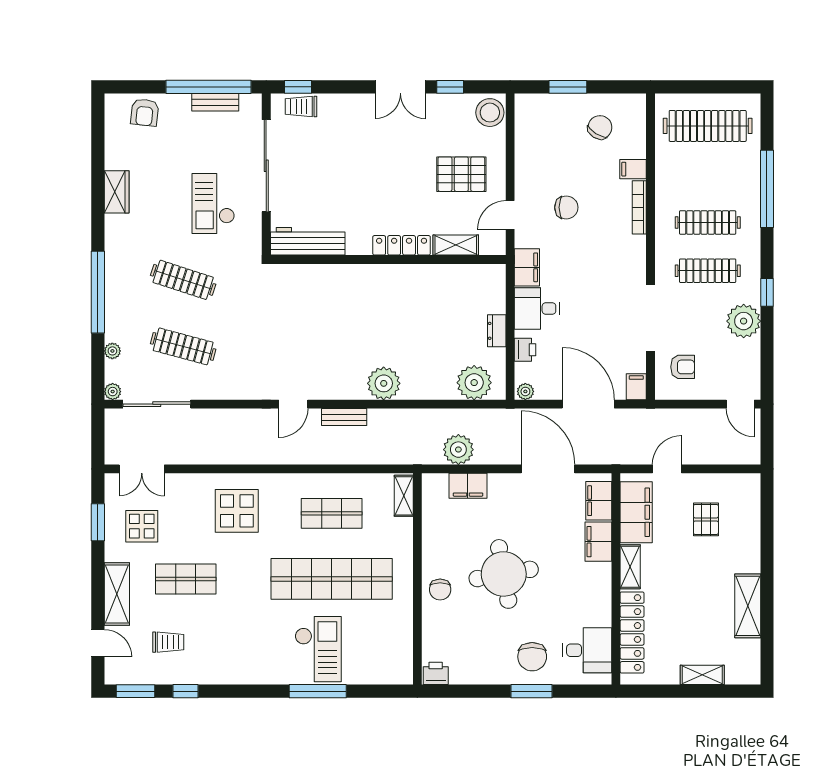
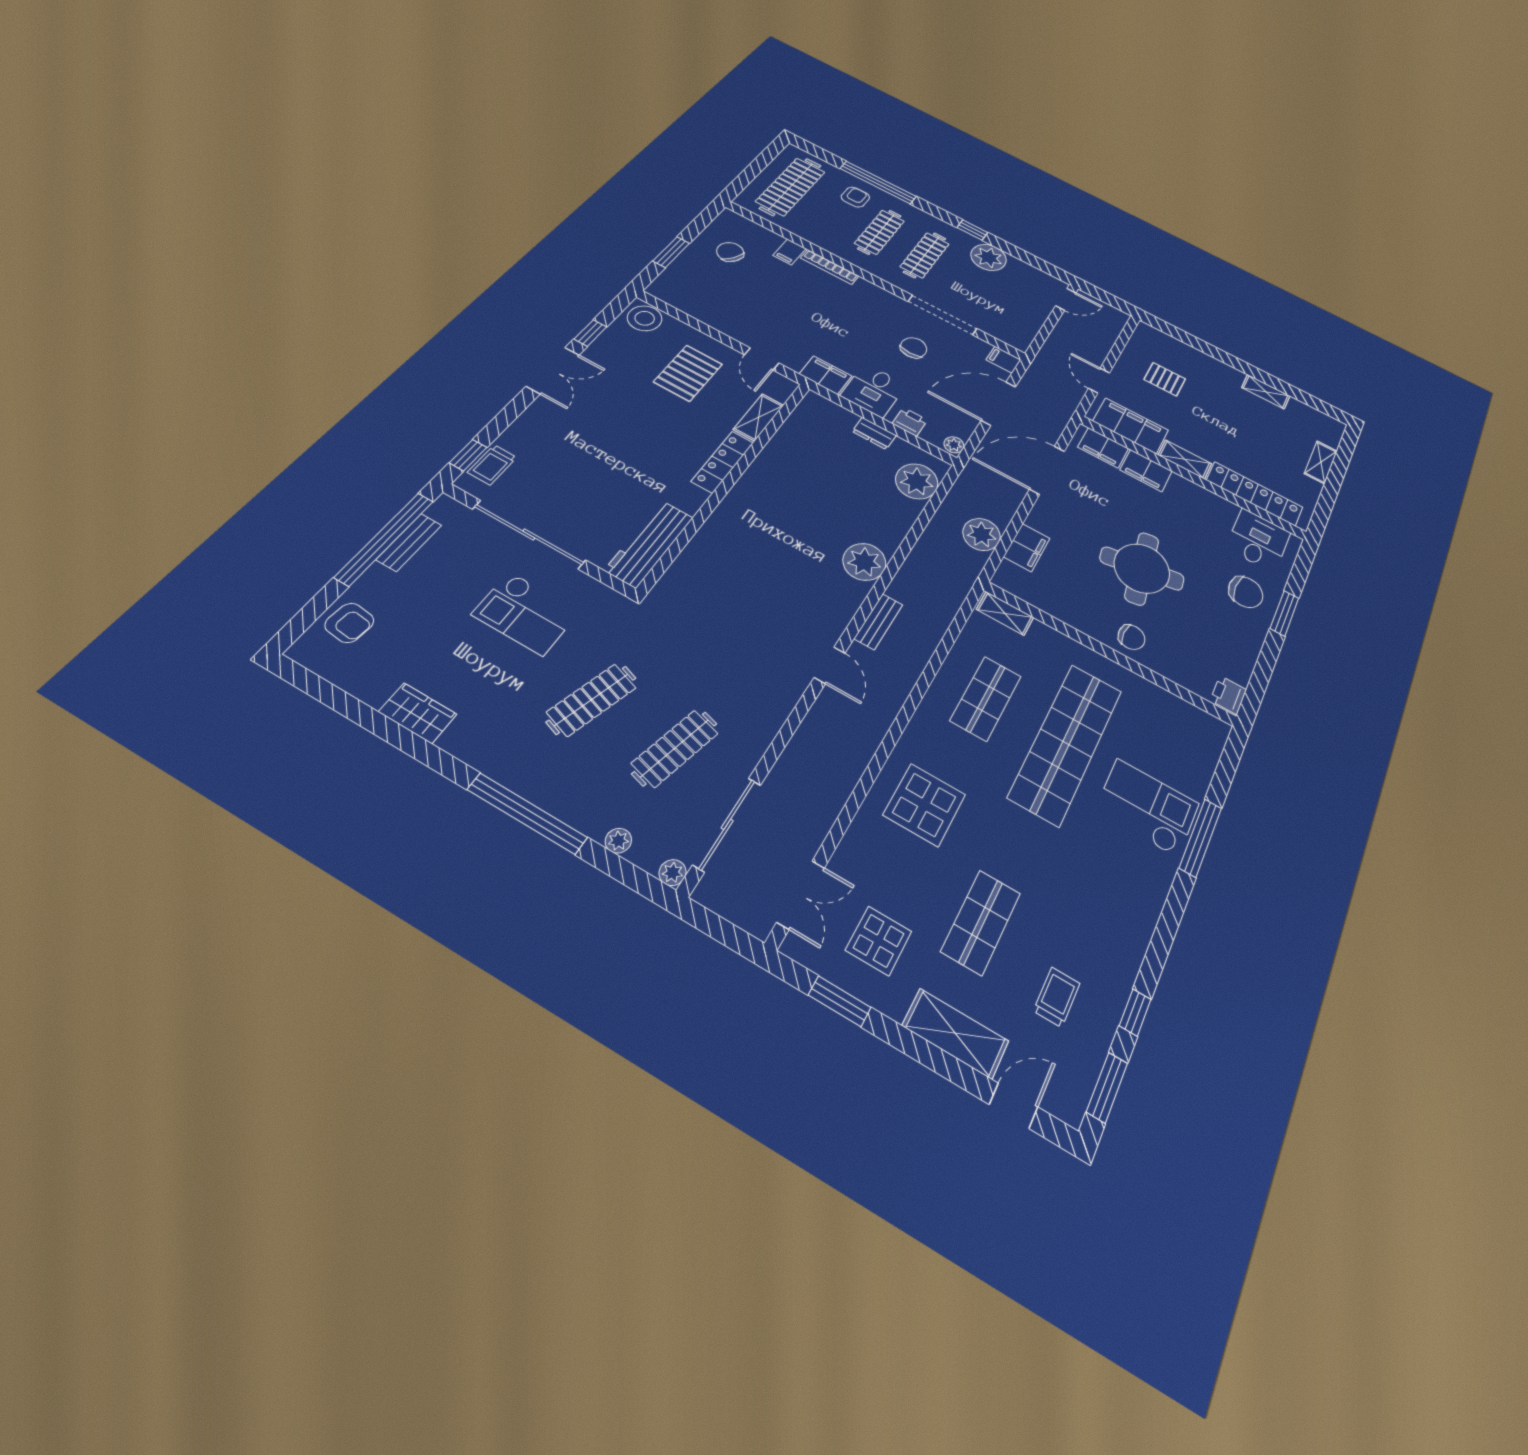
chair: (566, 207) -> (914, 348), moved
armchair: (683, 367) -> (855, 197), moved
shelving: (748, 606) -> (1266, 392), width x0.67, depth x0.75

